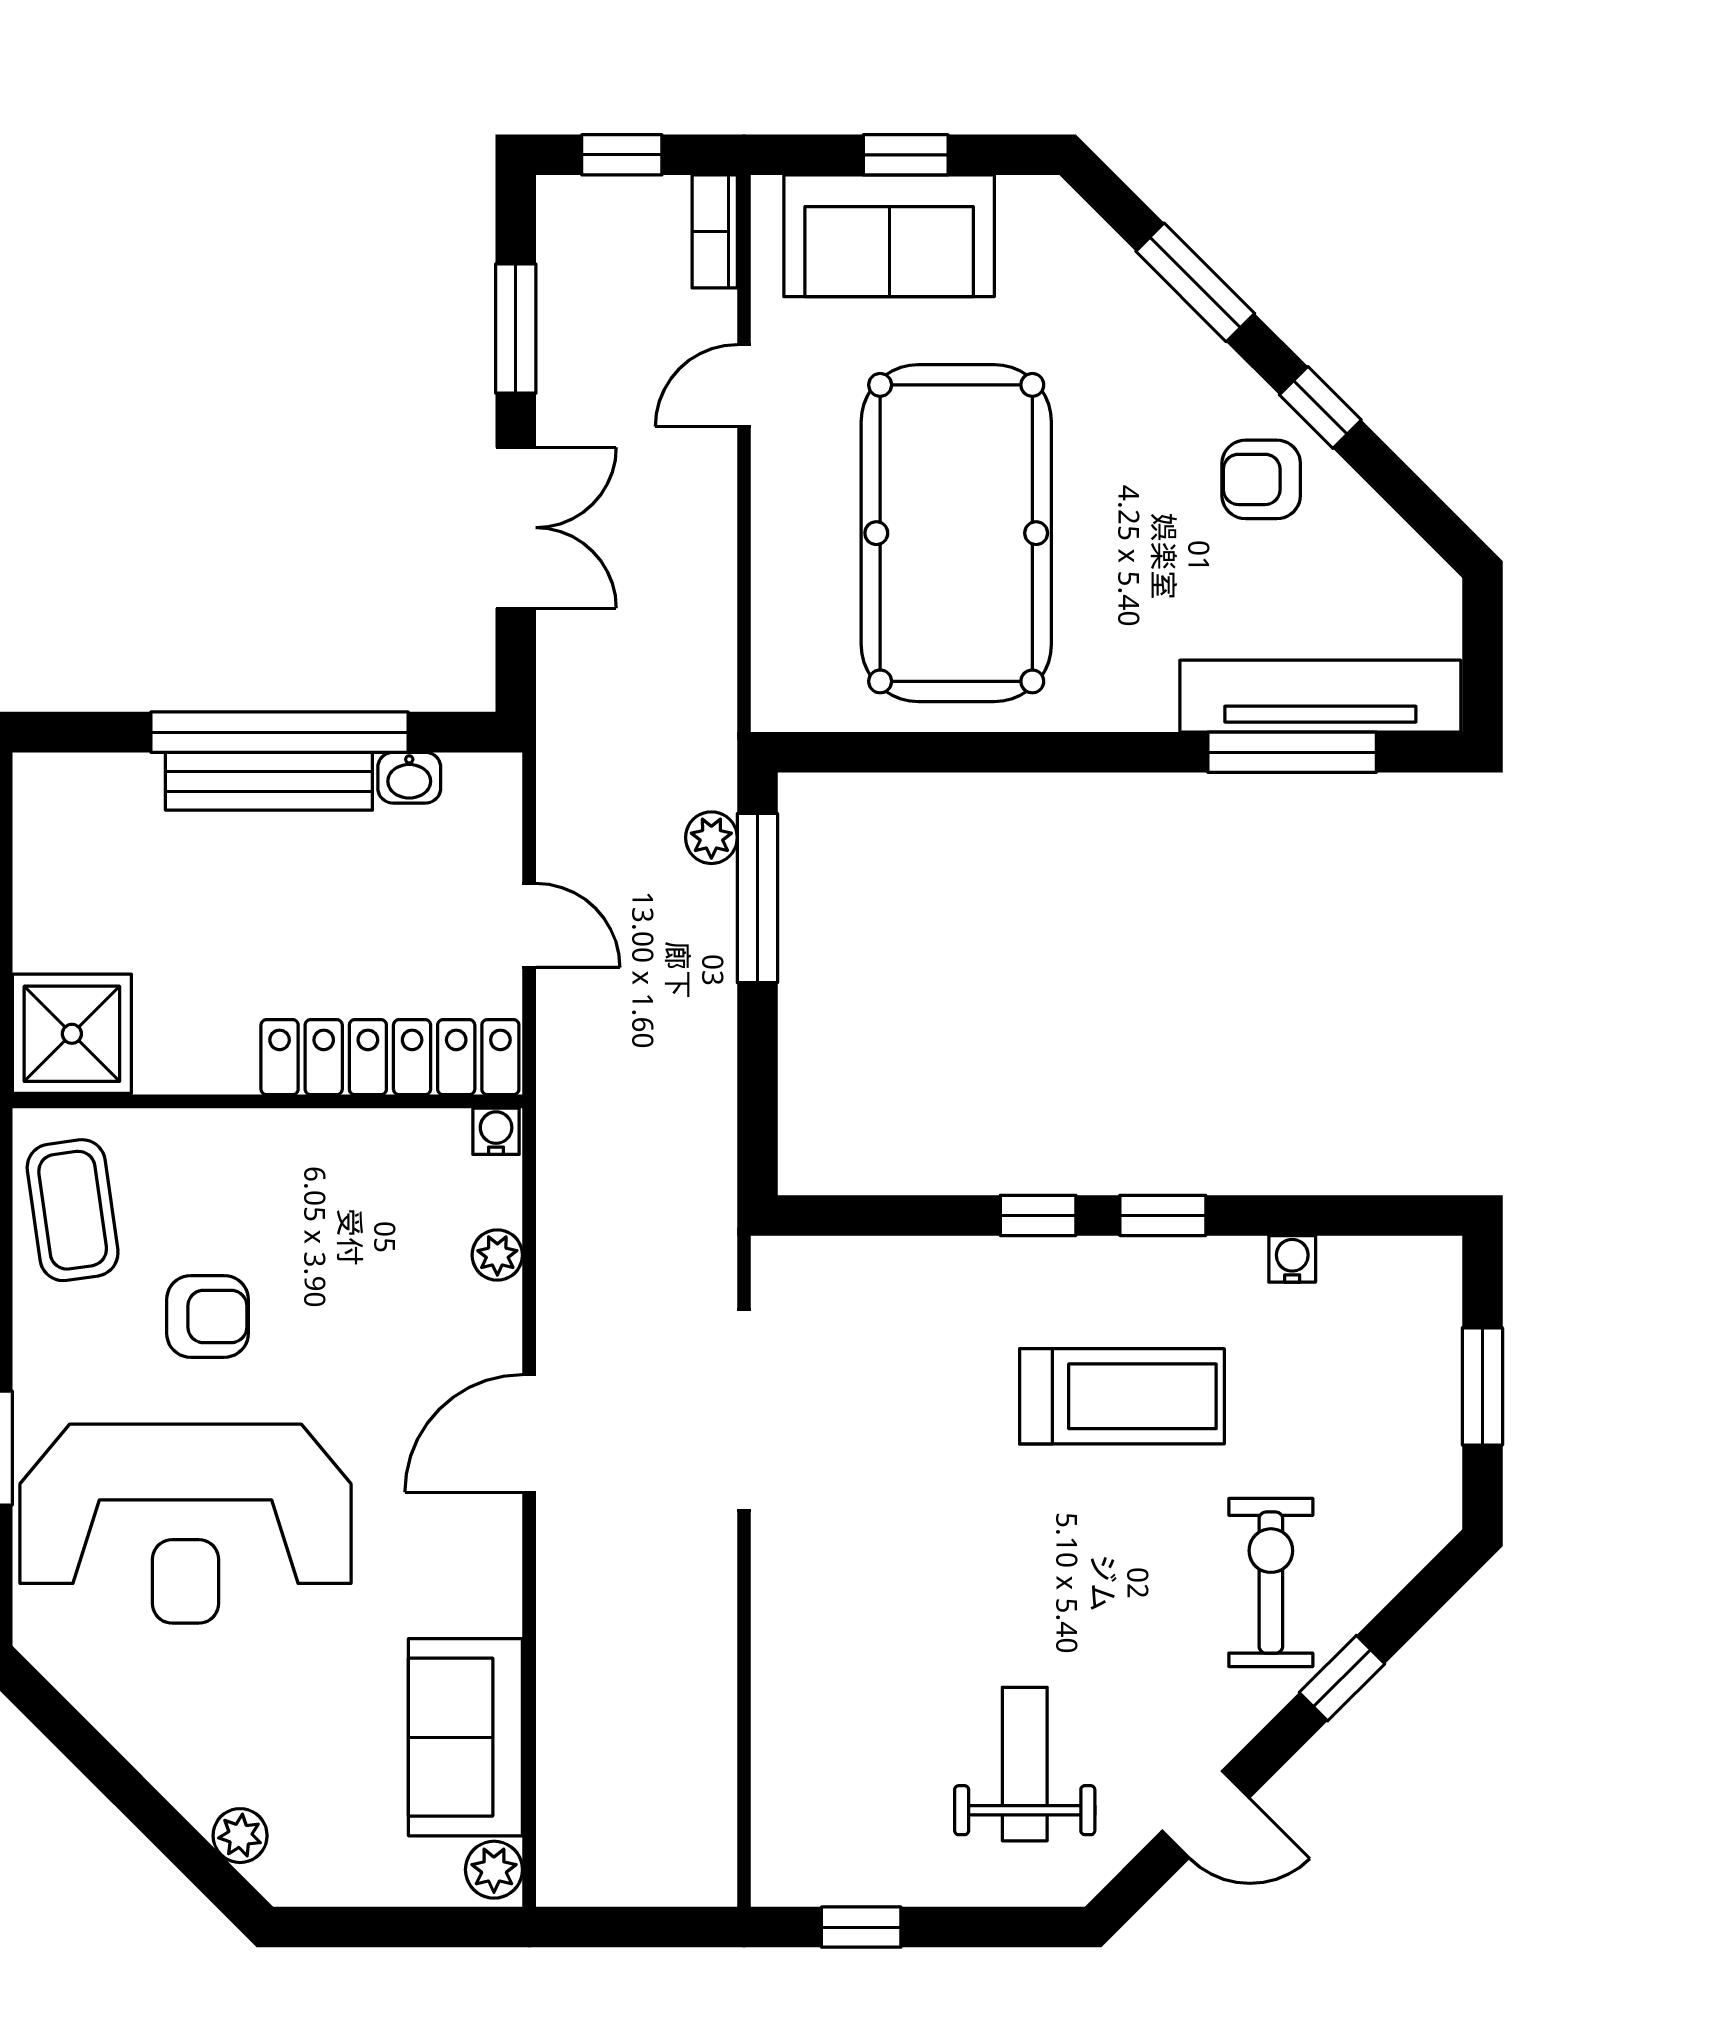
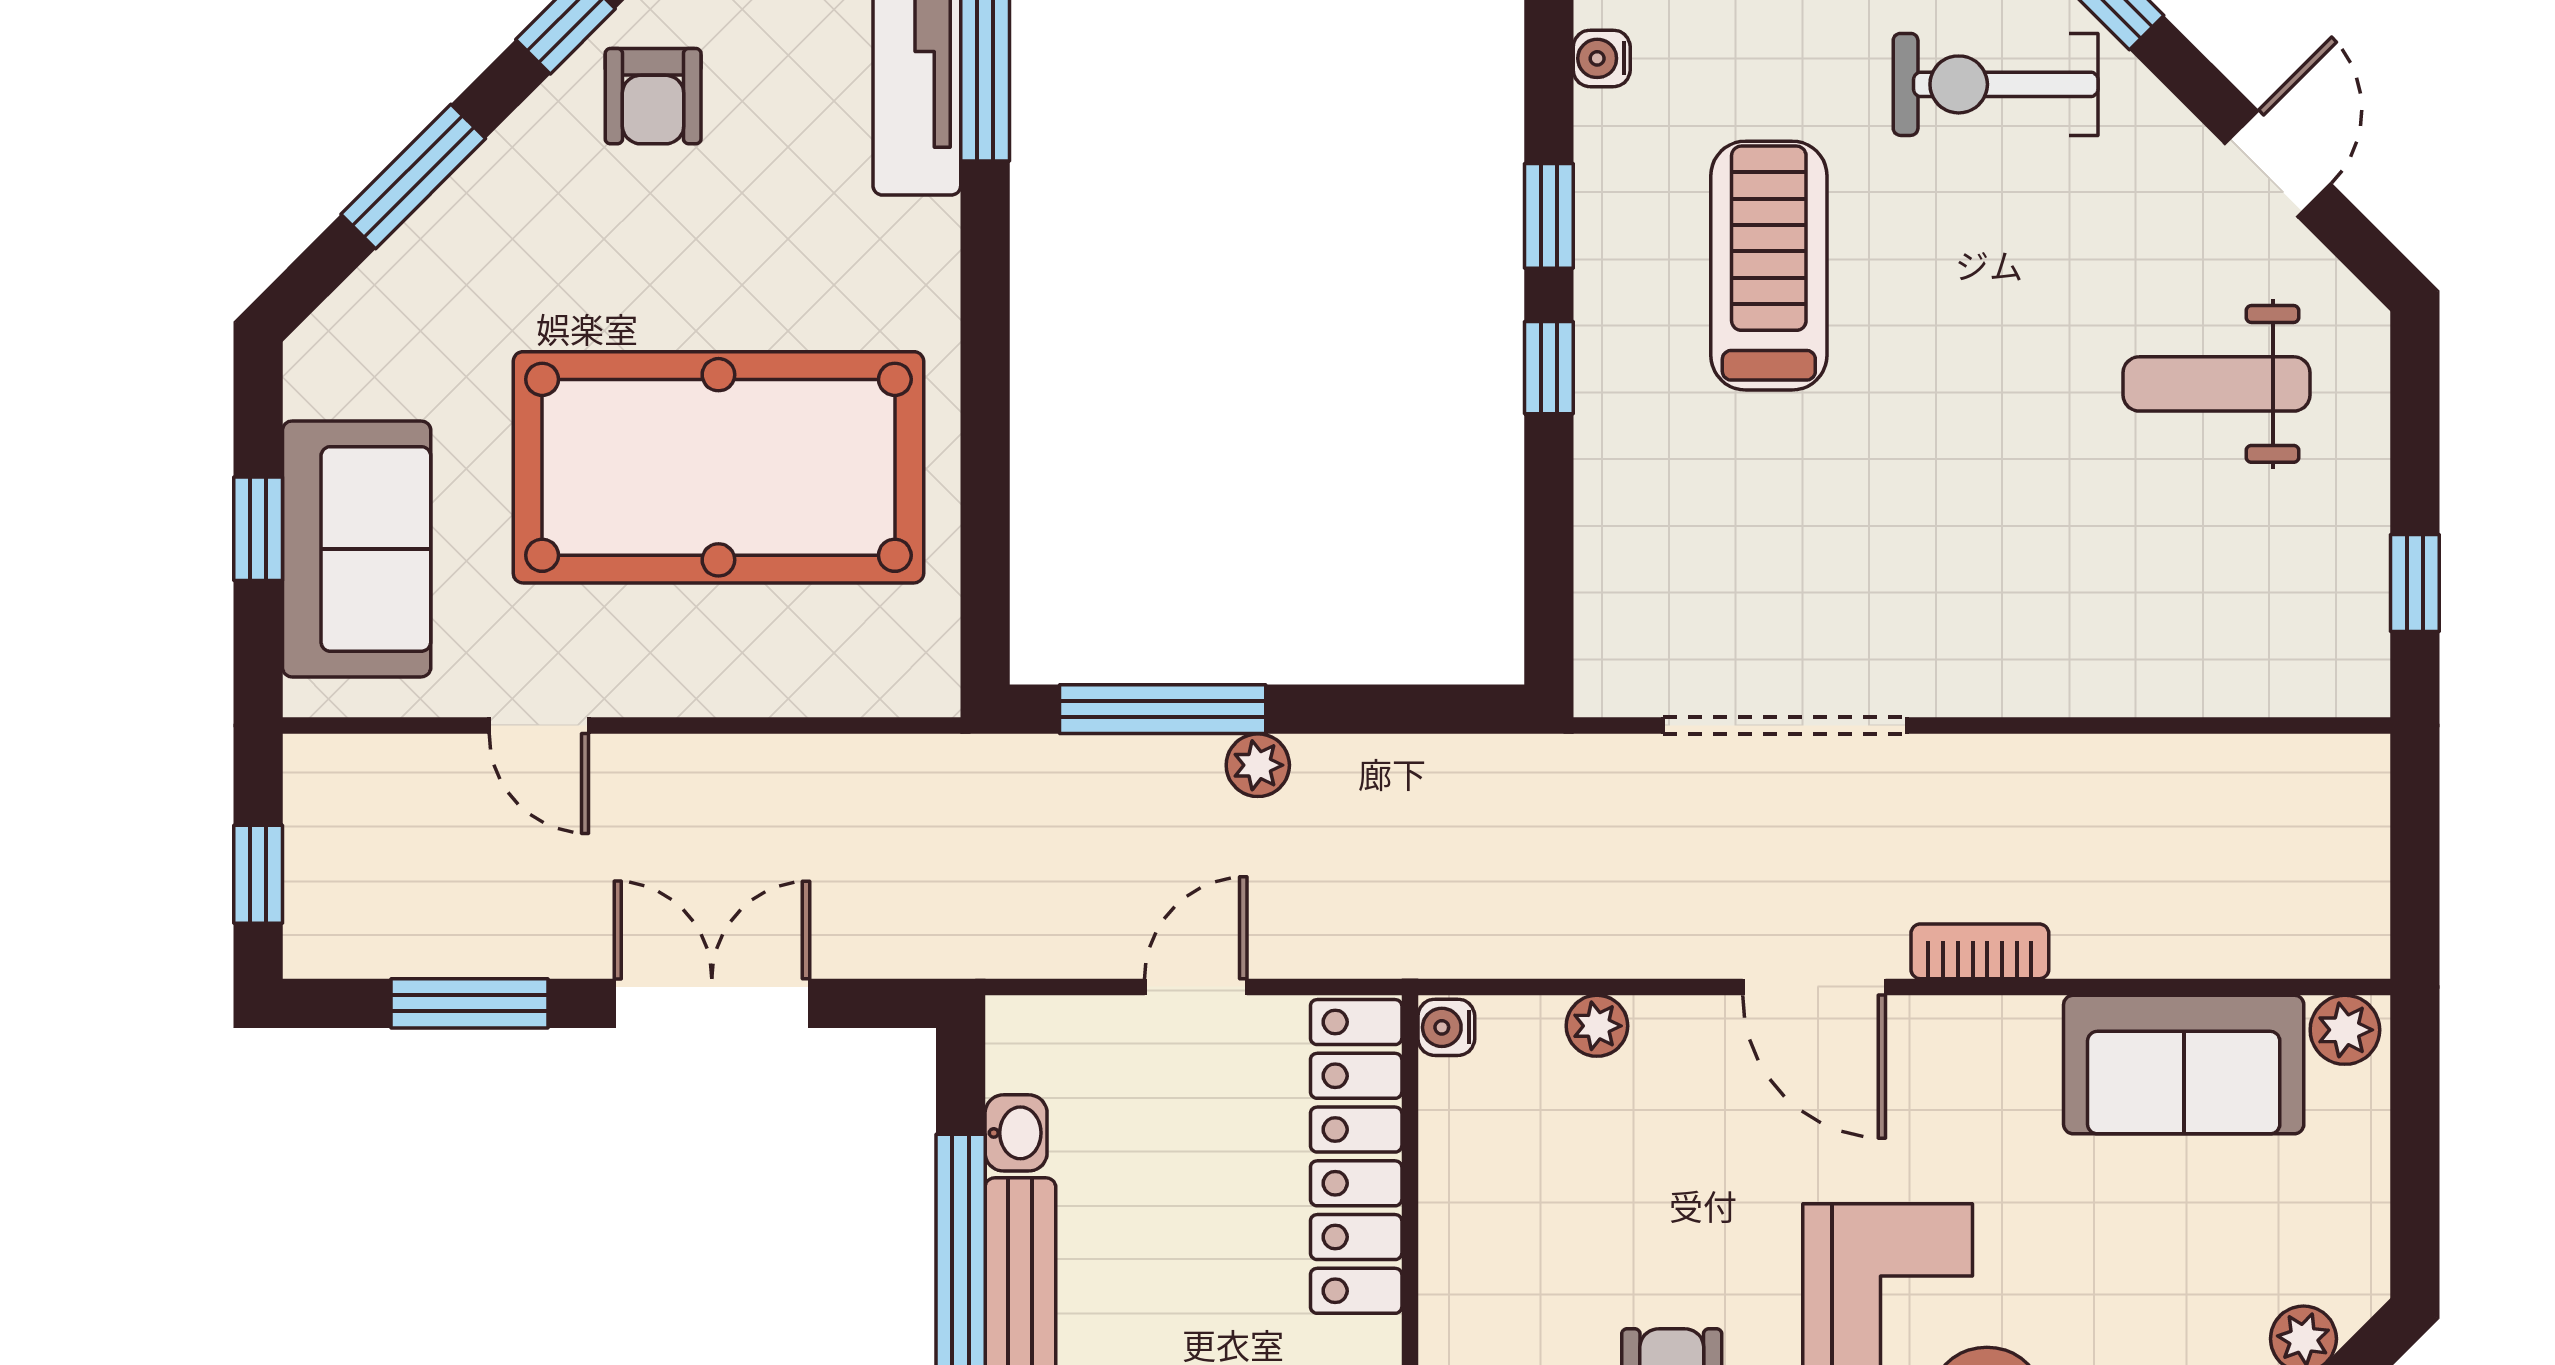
bookcase: (715, 231) -> (1980, 951), moved, turned 180
plant: (711, 838) -> (1258, 765), moved

